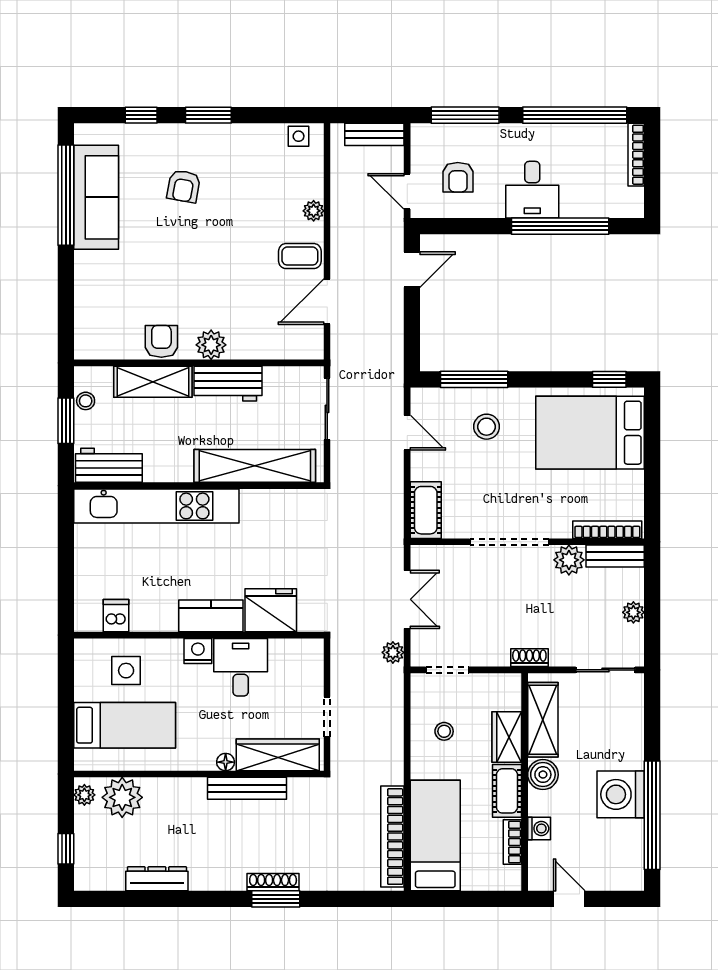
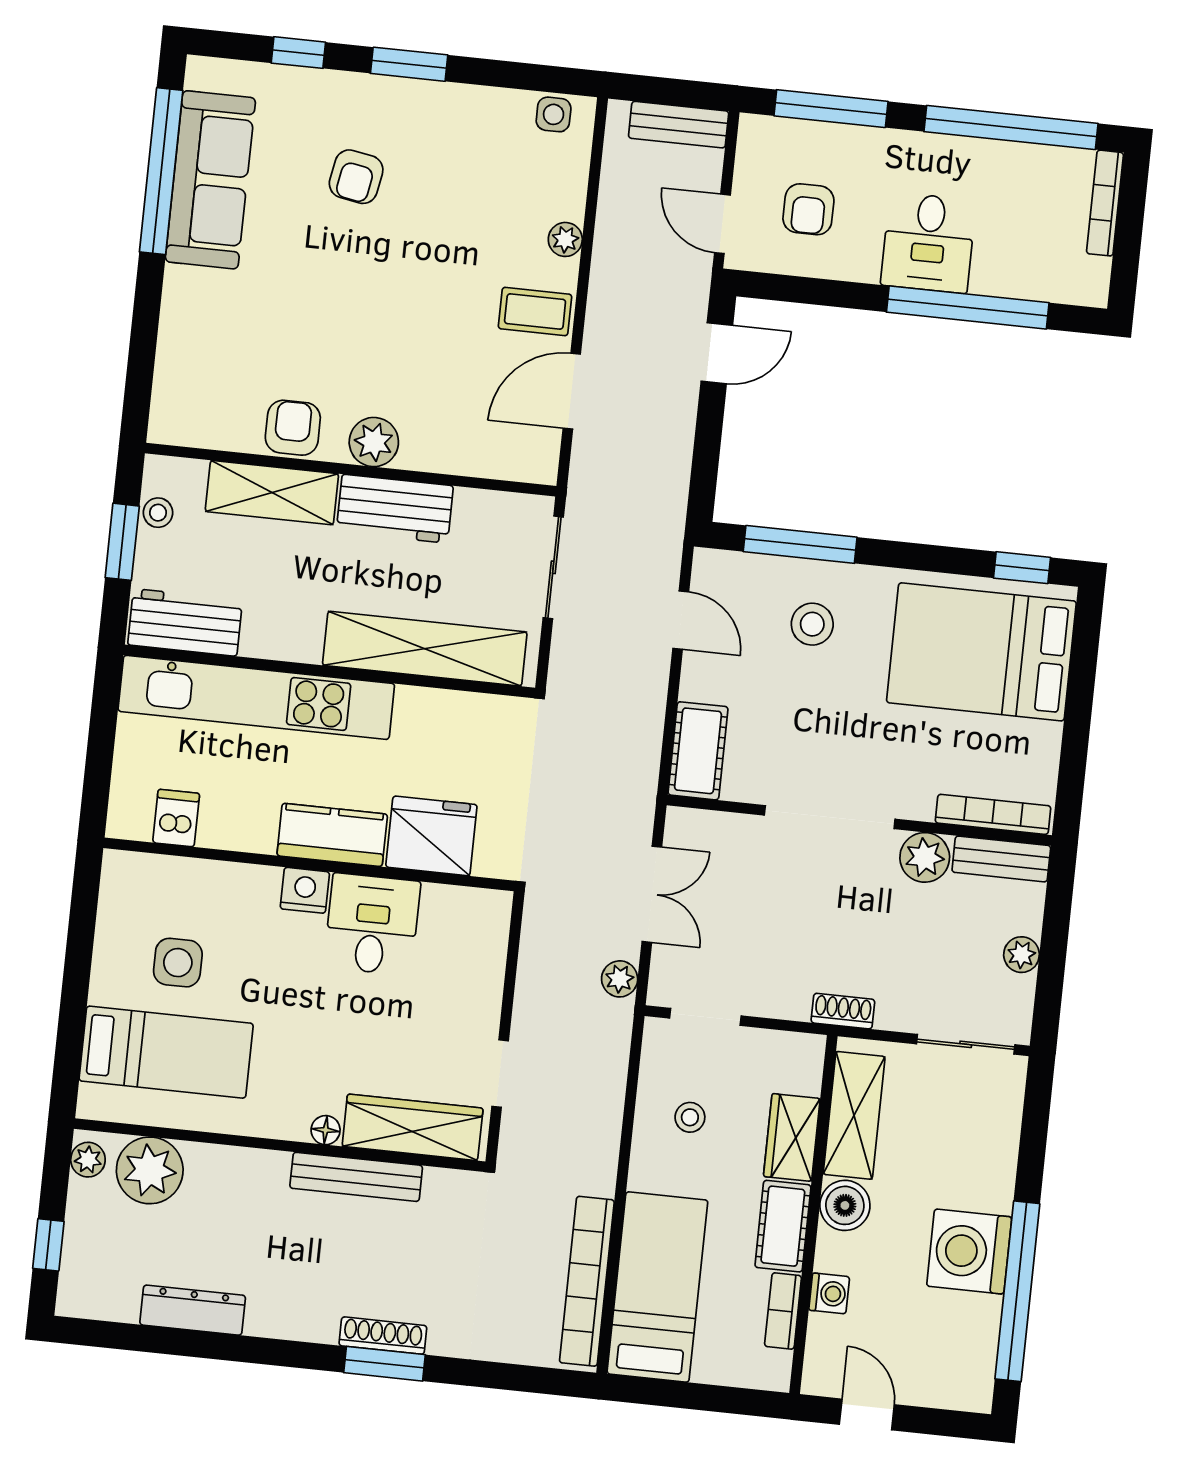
fridge: (271, 610) -> (431, 836), moved
dishwasher: (116, 616) -> (176, 818), moved
kitchen counter: (211, 616) -> (332, 835), moved
wall: (199, 635) -> (309, 864), moved
nightstand: (198, 651) -> (305, 890), moved
desk: (241, 667) -> (372, 924), moved

